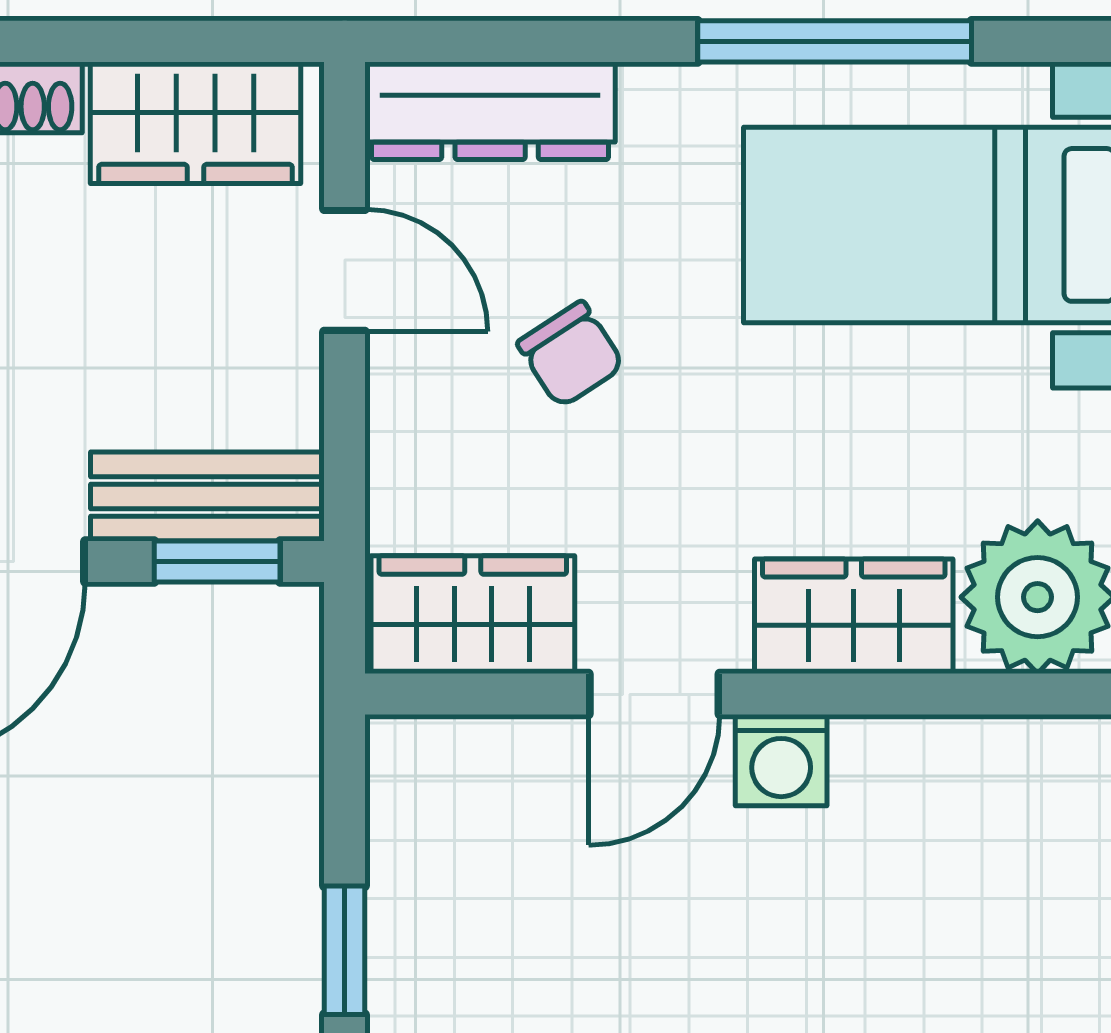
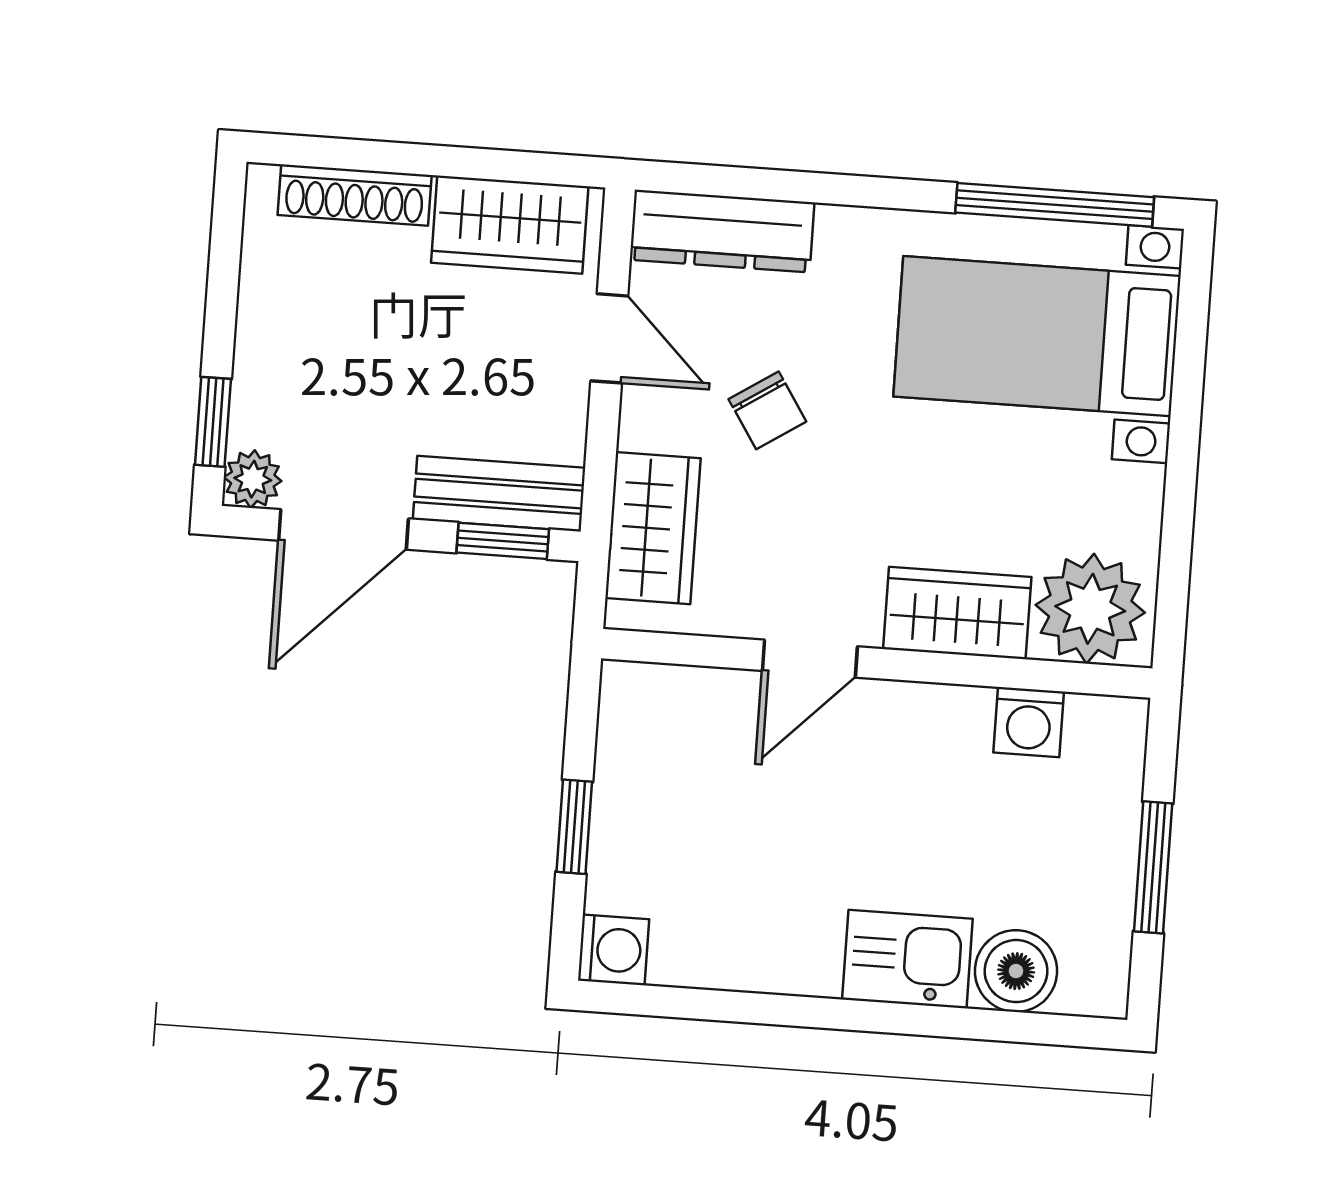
window: (835, 41) -> (1055, 205), moved
wardrobe: (473, 615) -> (653, 528), moved, turned 90
washing machine: (781, 760) -> (1029, 722), moved

